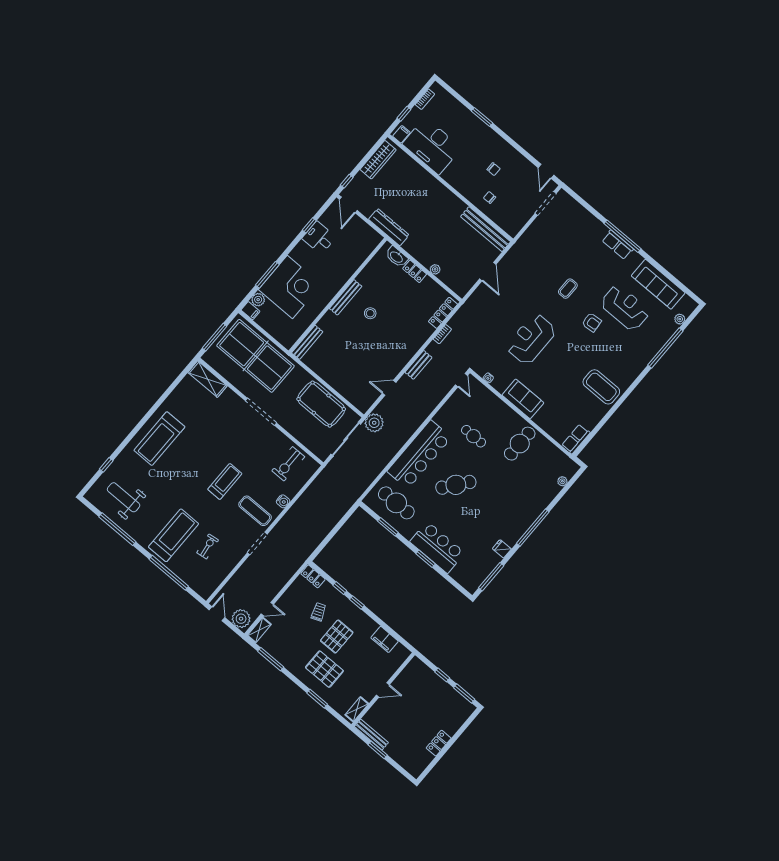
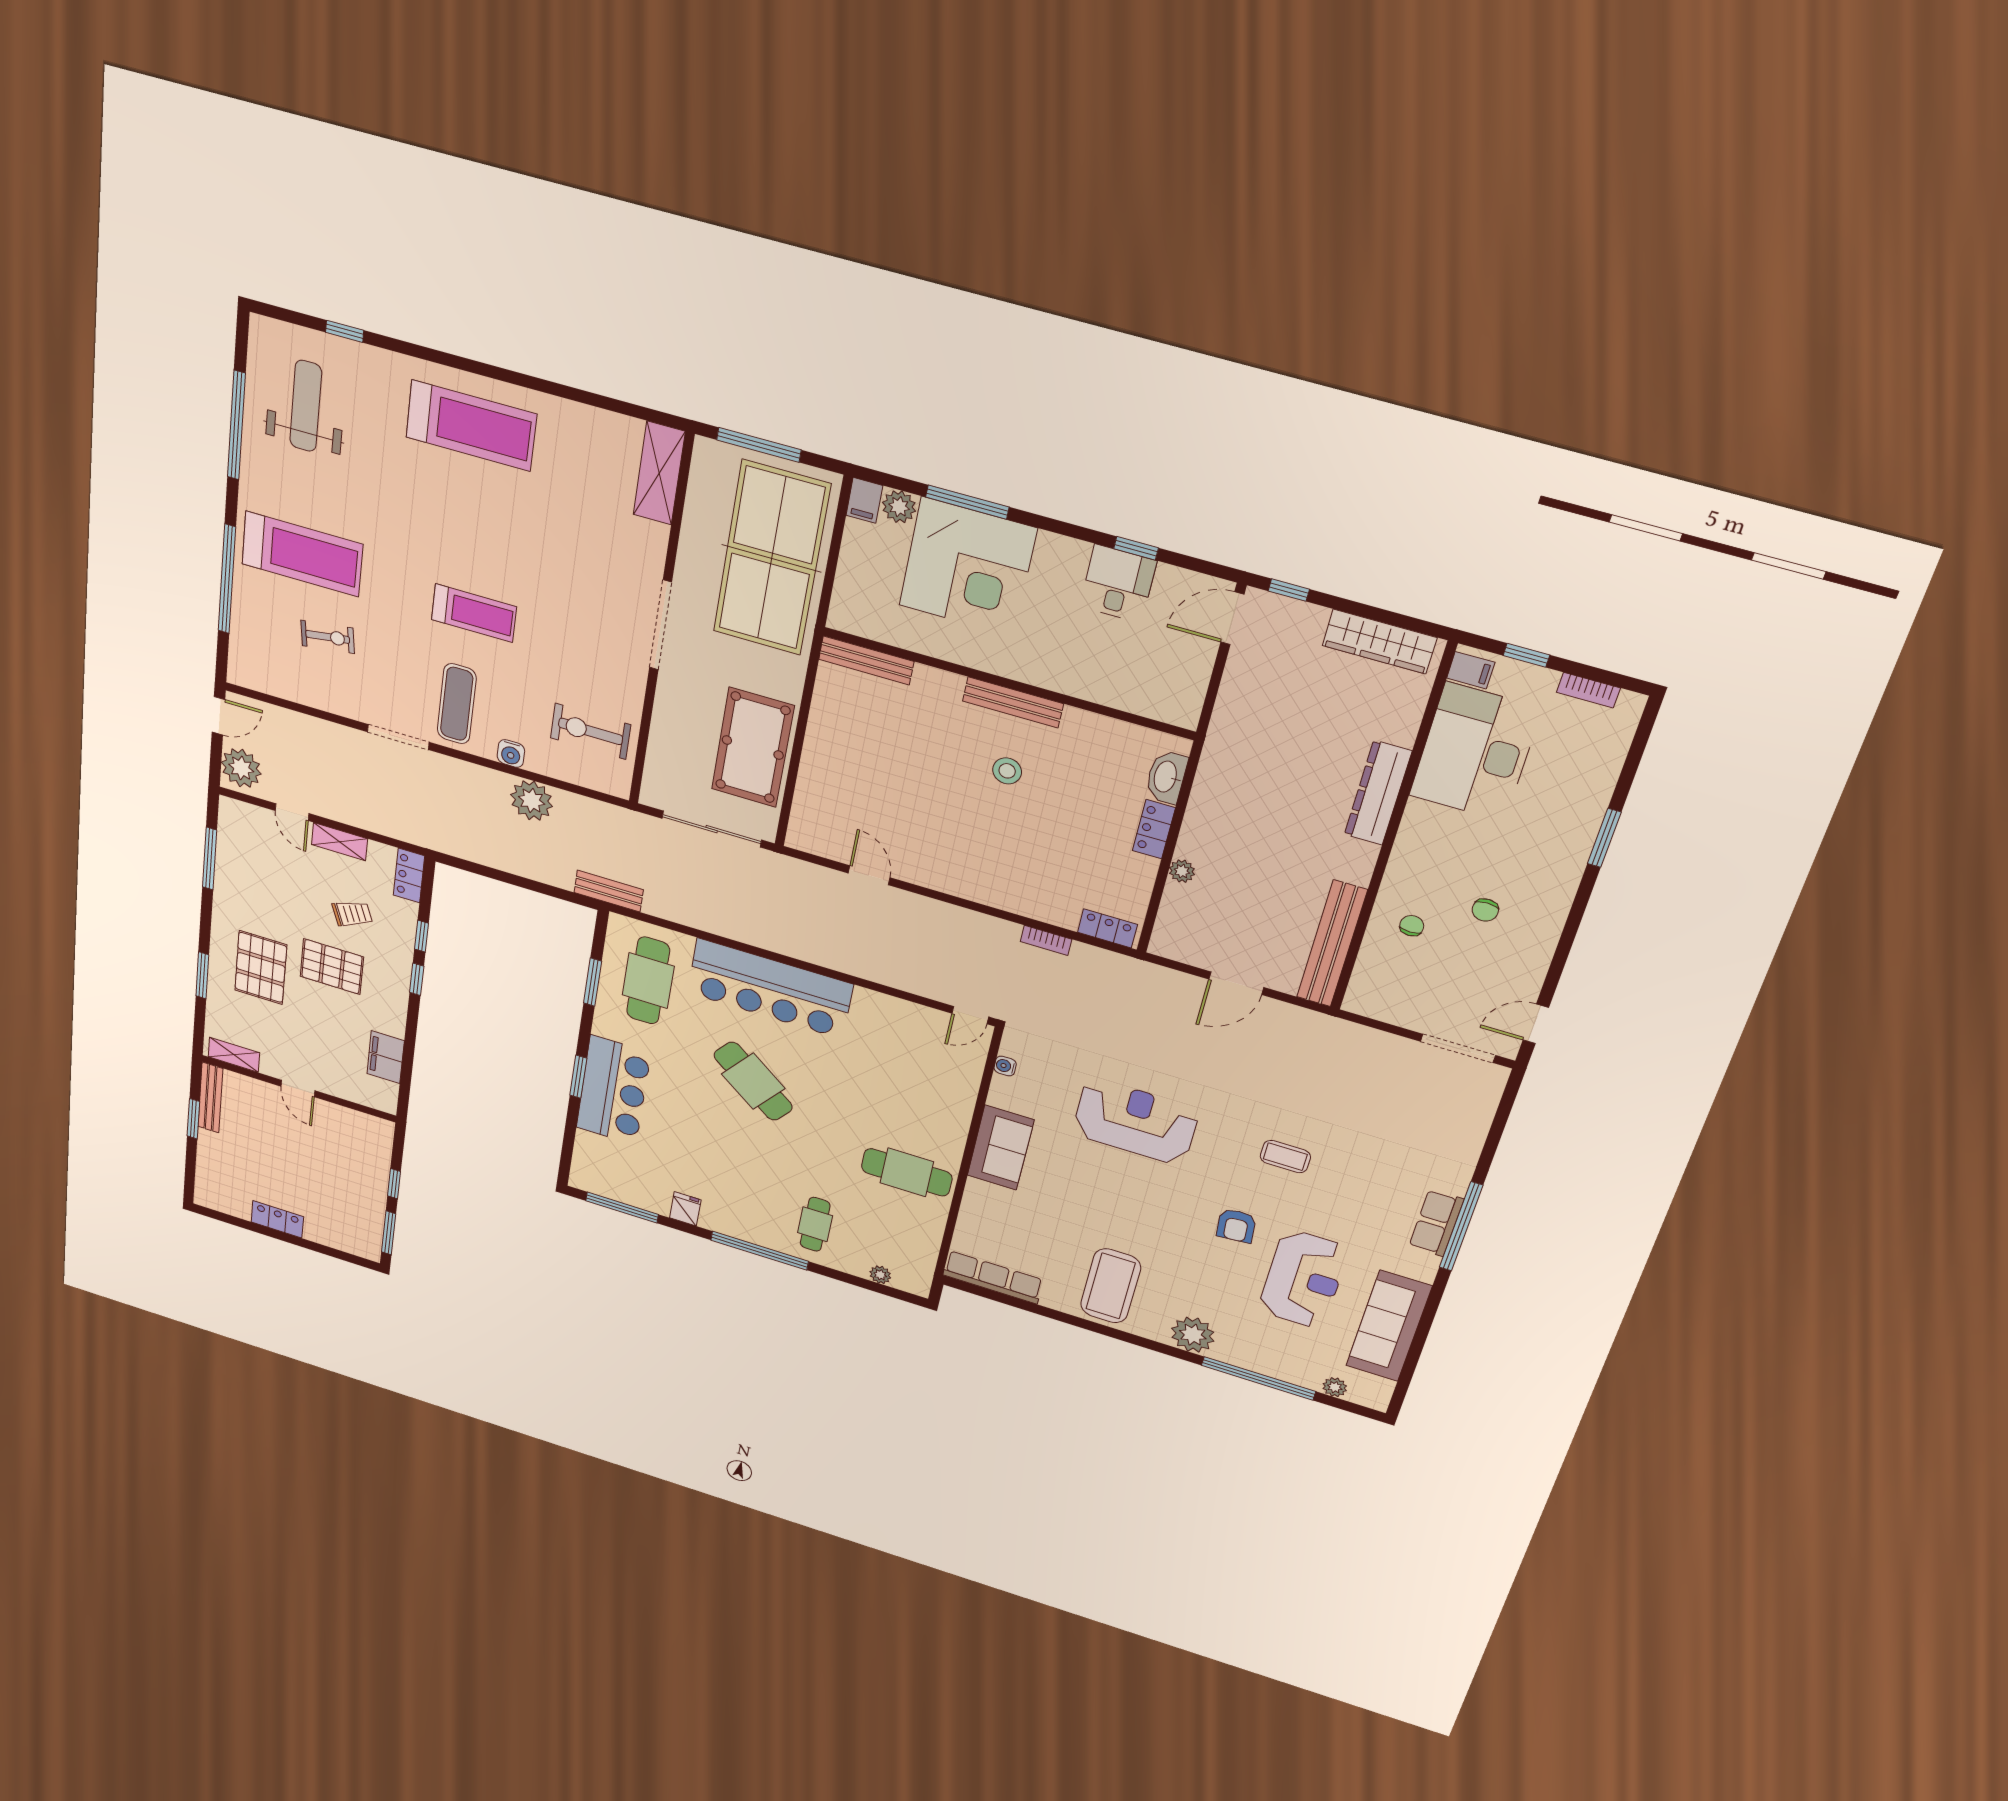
dresser: (389, 227) -> (1378, 793), moved, turned 180
locker: (443, 313) -> (1107, 928), width x0.66
bench: (418, 365) -> (609, 891), moved
plant: (636, 365) -> (1193, 1335), added
plant: (374, 423) -> (532, 800), moved
cafe table: (474, 436) -> (815, 1224), moved
treadmill: (159, 439) -> (471, 426), turned 180
row of seats: (576, 439) -> (993, 1277), width x1.48
shelving: (259, 630) -> (340, 842), moved

